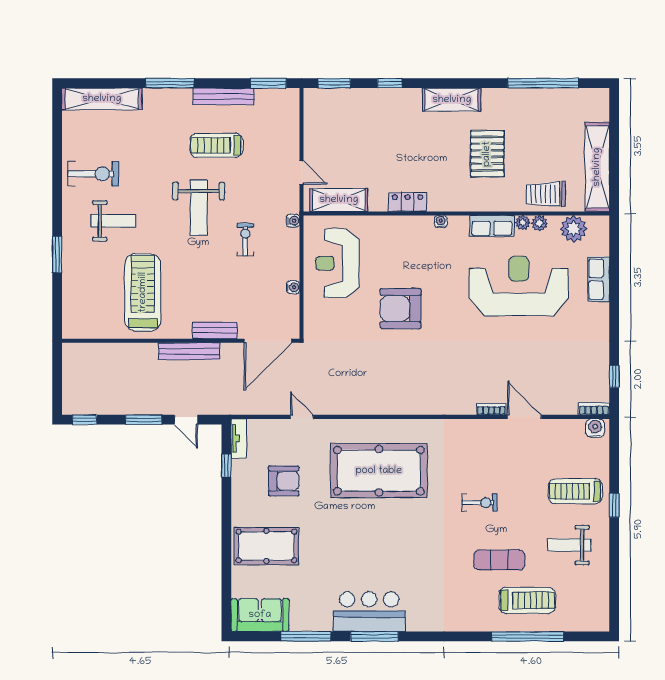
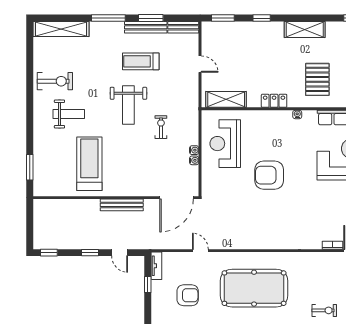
window: (268, 83) -> (151, 18), moved
pallet: (487, 154) -> (317, 79), moved
door: (301, 173) -> (200, 64), moved
water cooler: (293, 221) -> (194, 150), moved
window: (57, 254) -> (30, 167), moved
bench: (215, 330) -> (183, 27), moved
window: (143, 420) -> (90, 253), width x0.67

